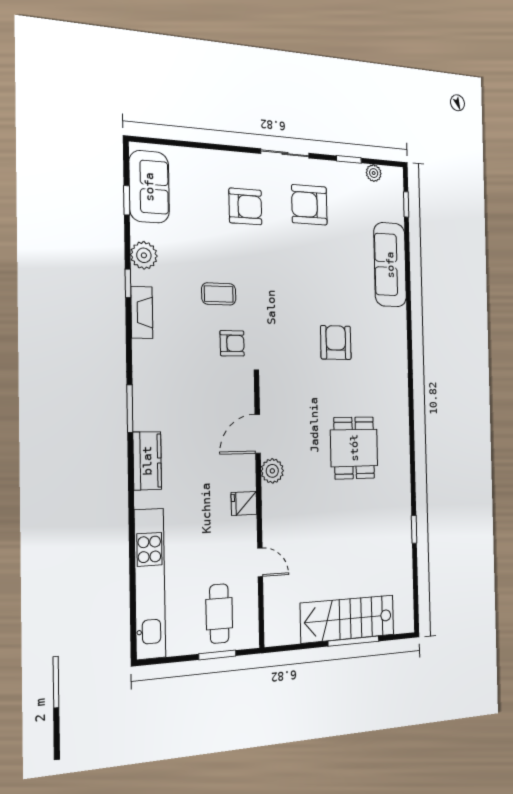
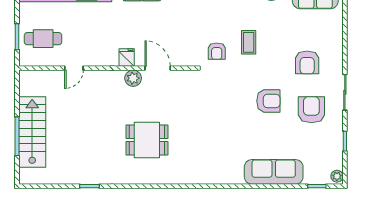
plant: (374, 173) -> (337, 176), moved
armchair: (336, 343) -> (268, 101), moved
fridge: (244, 503) -> (127, 57), moved

